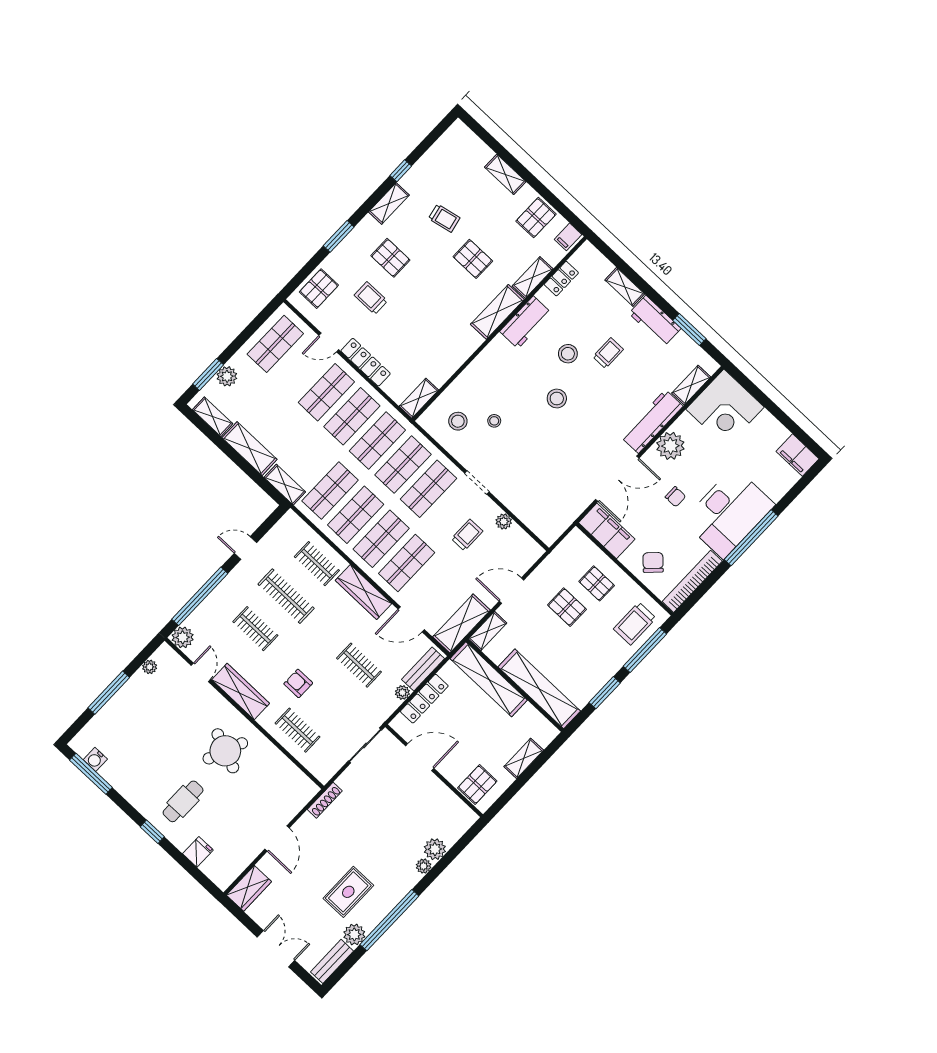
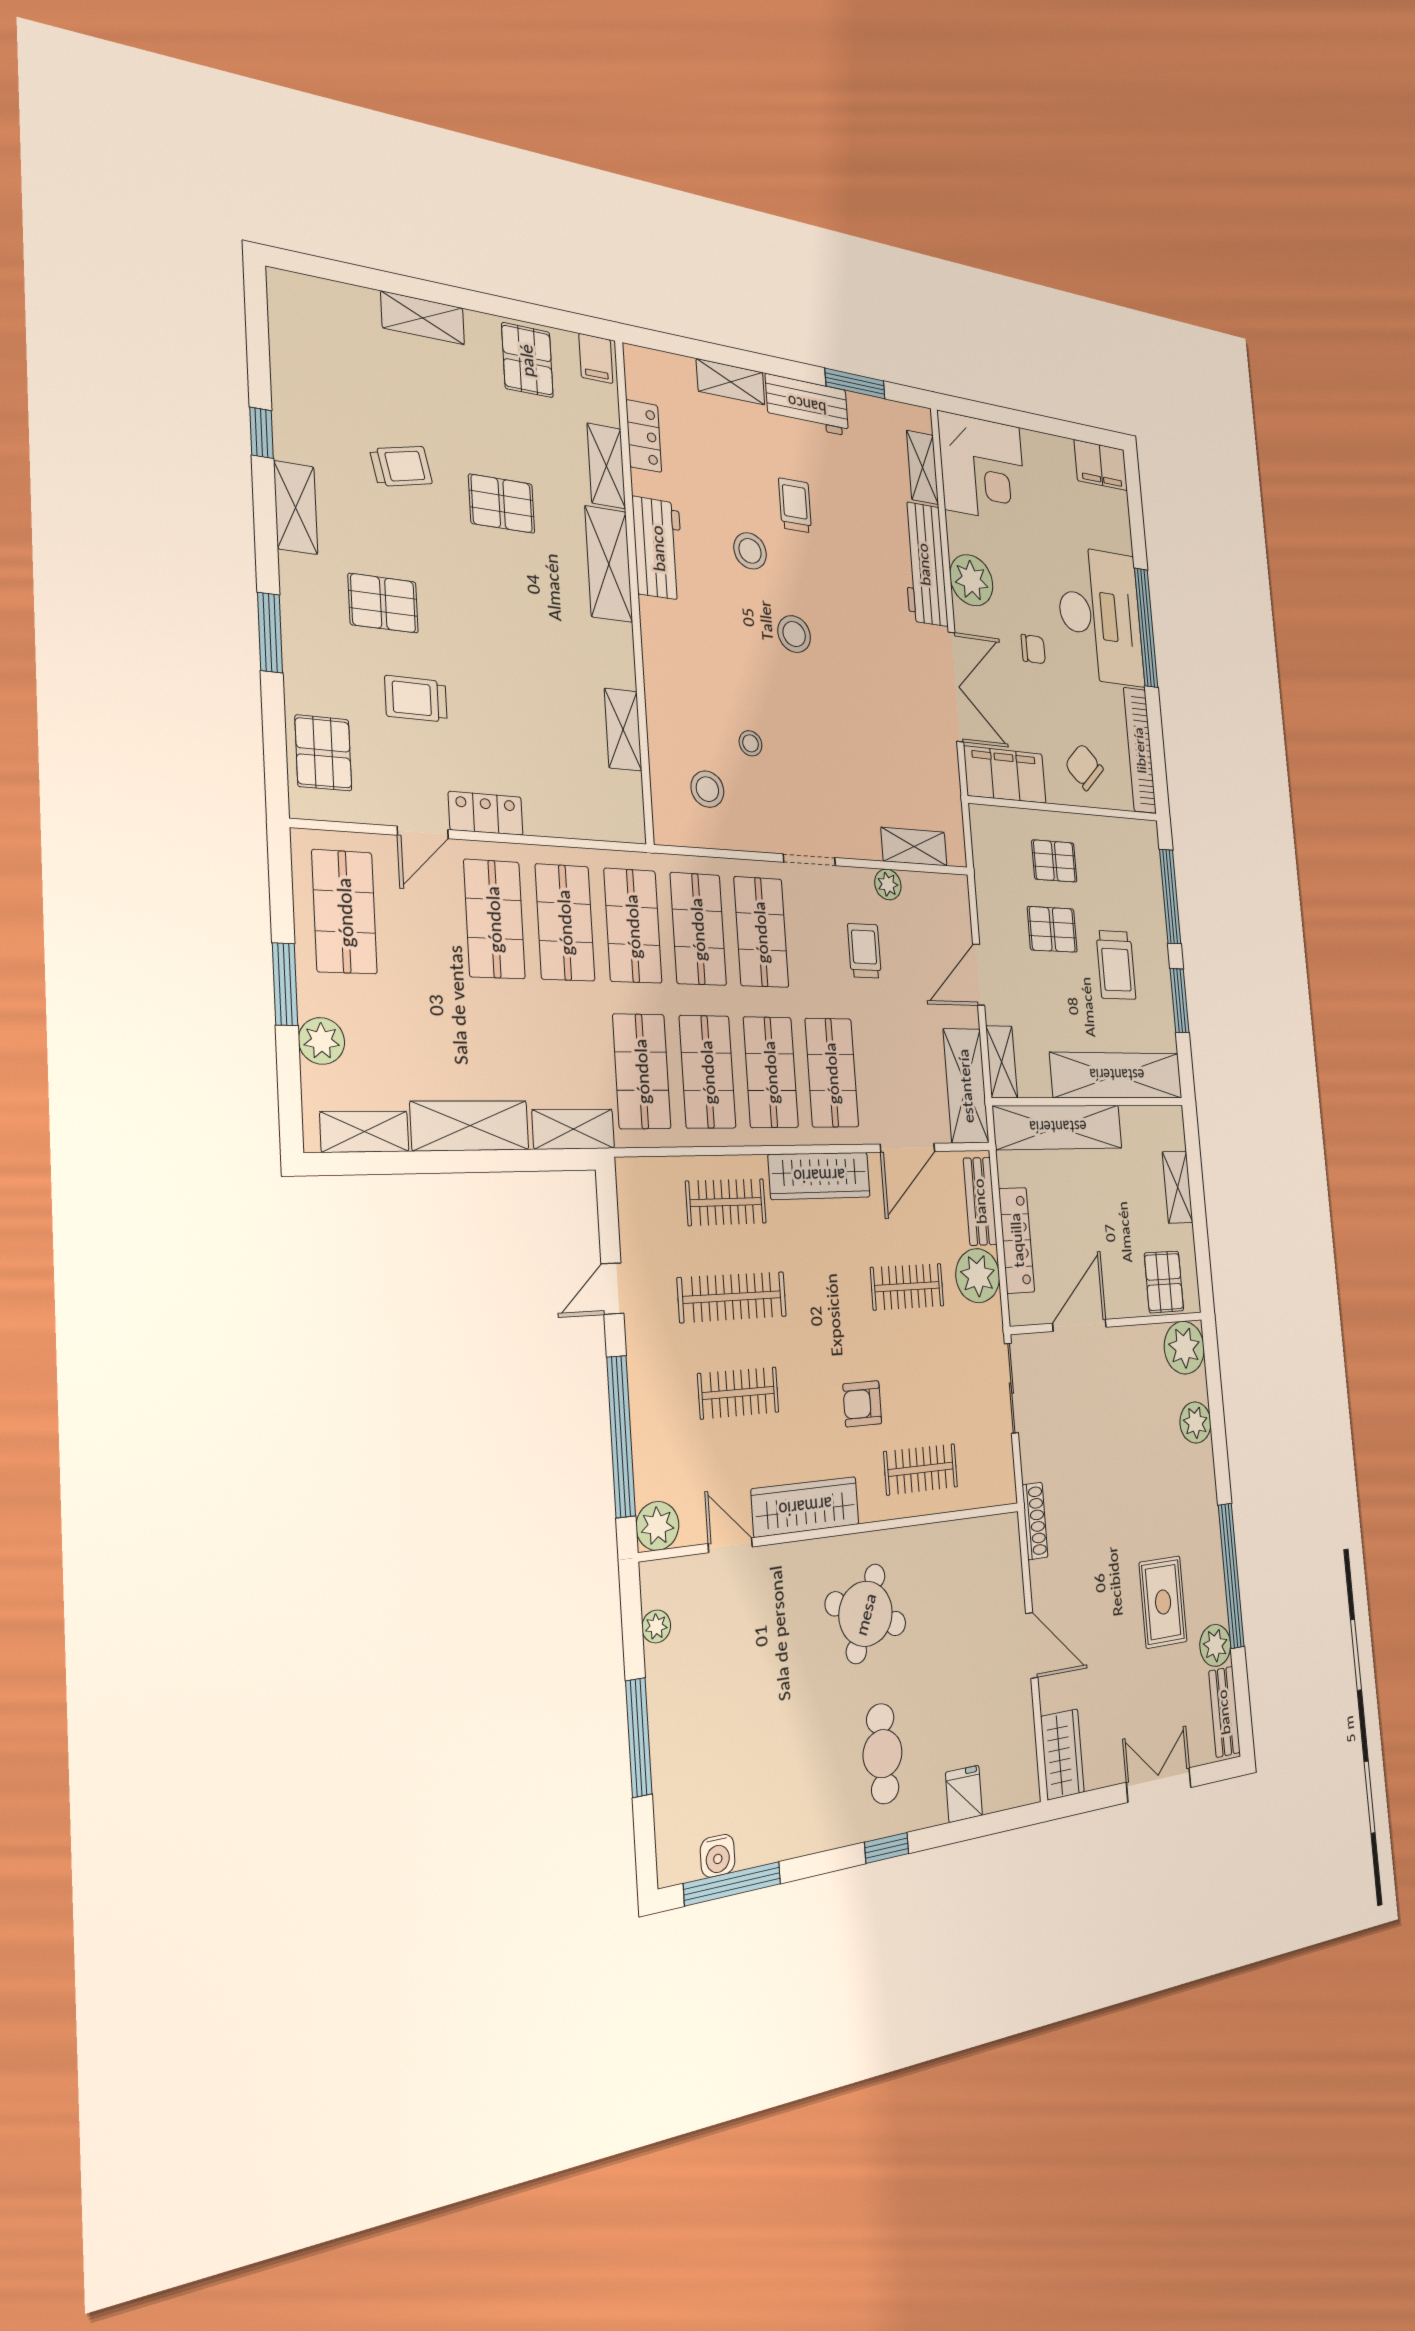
locker: (366, 362) -> (486, 813), width x0.66
window: (208, 374) -> (285, 984), moved
shelving: (419, 398) -> (623, 730), moved
shelving: (531, 519) -> (914, 847), added
trolley: (635, 624) -> (1116, 965), moved
plant: (402, 692) -> (978, 1276), width x1.88, depth x1.88
plant: (424, 866) -> (1184, 1348), moved, width x1.87, depth x1.87

